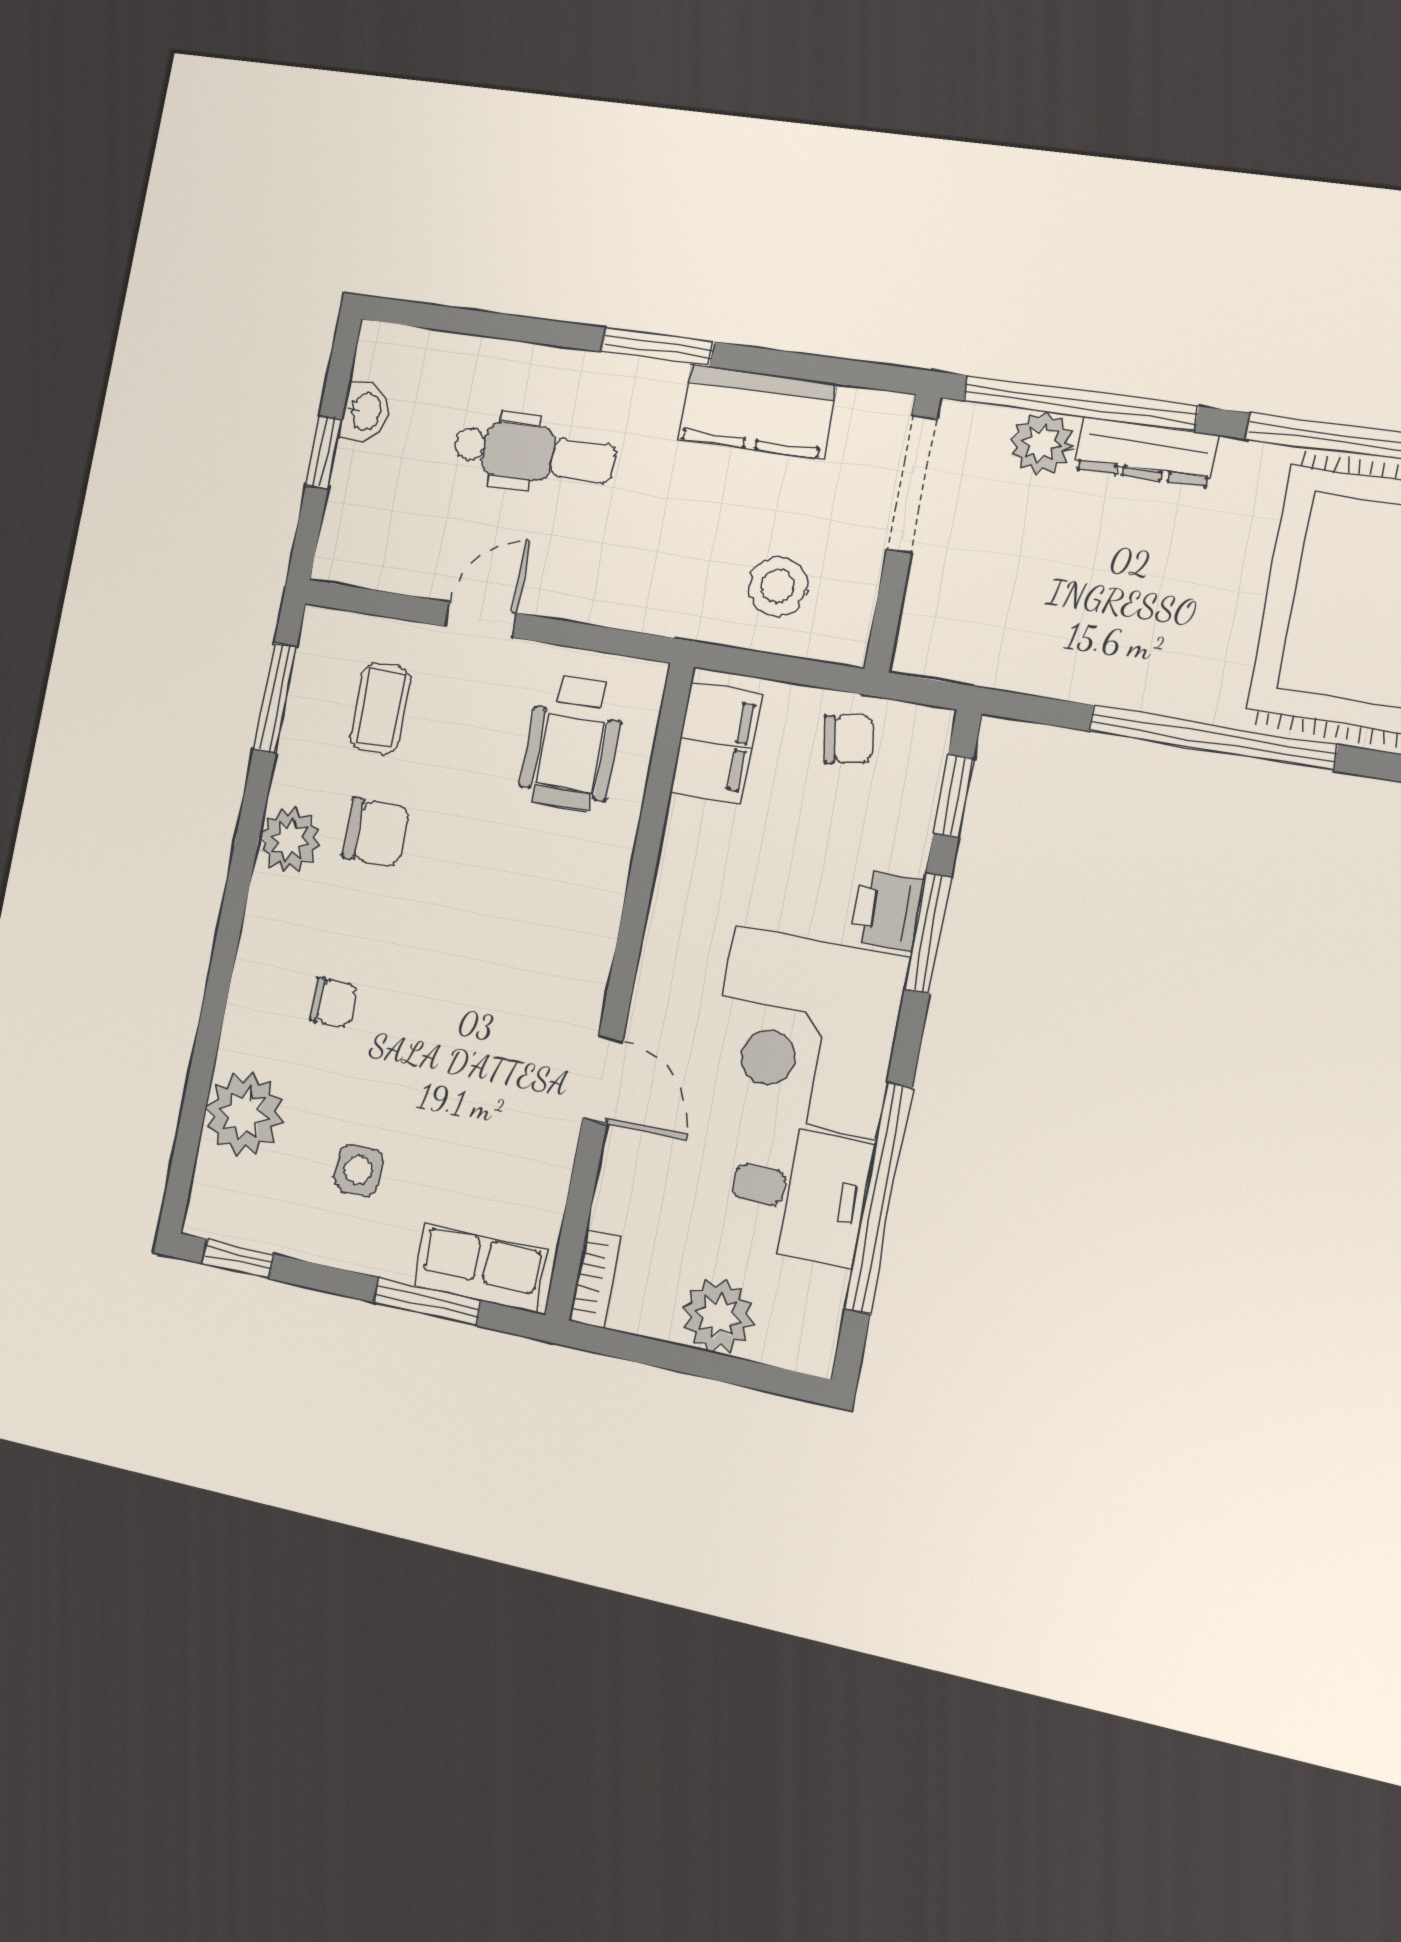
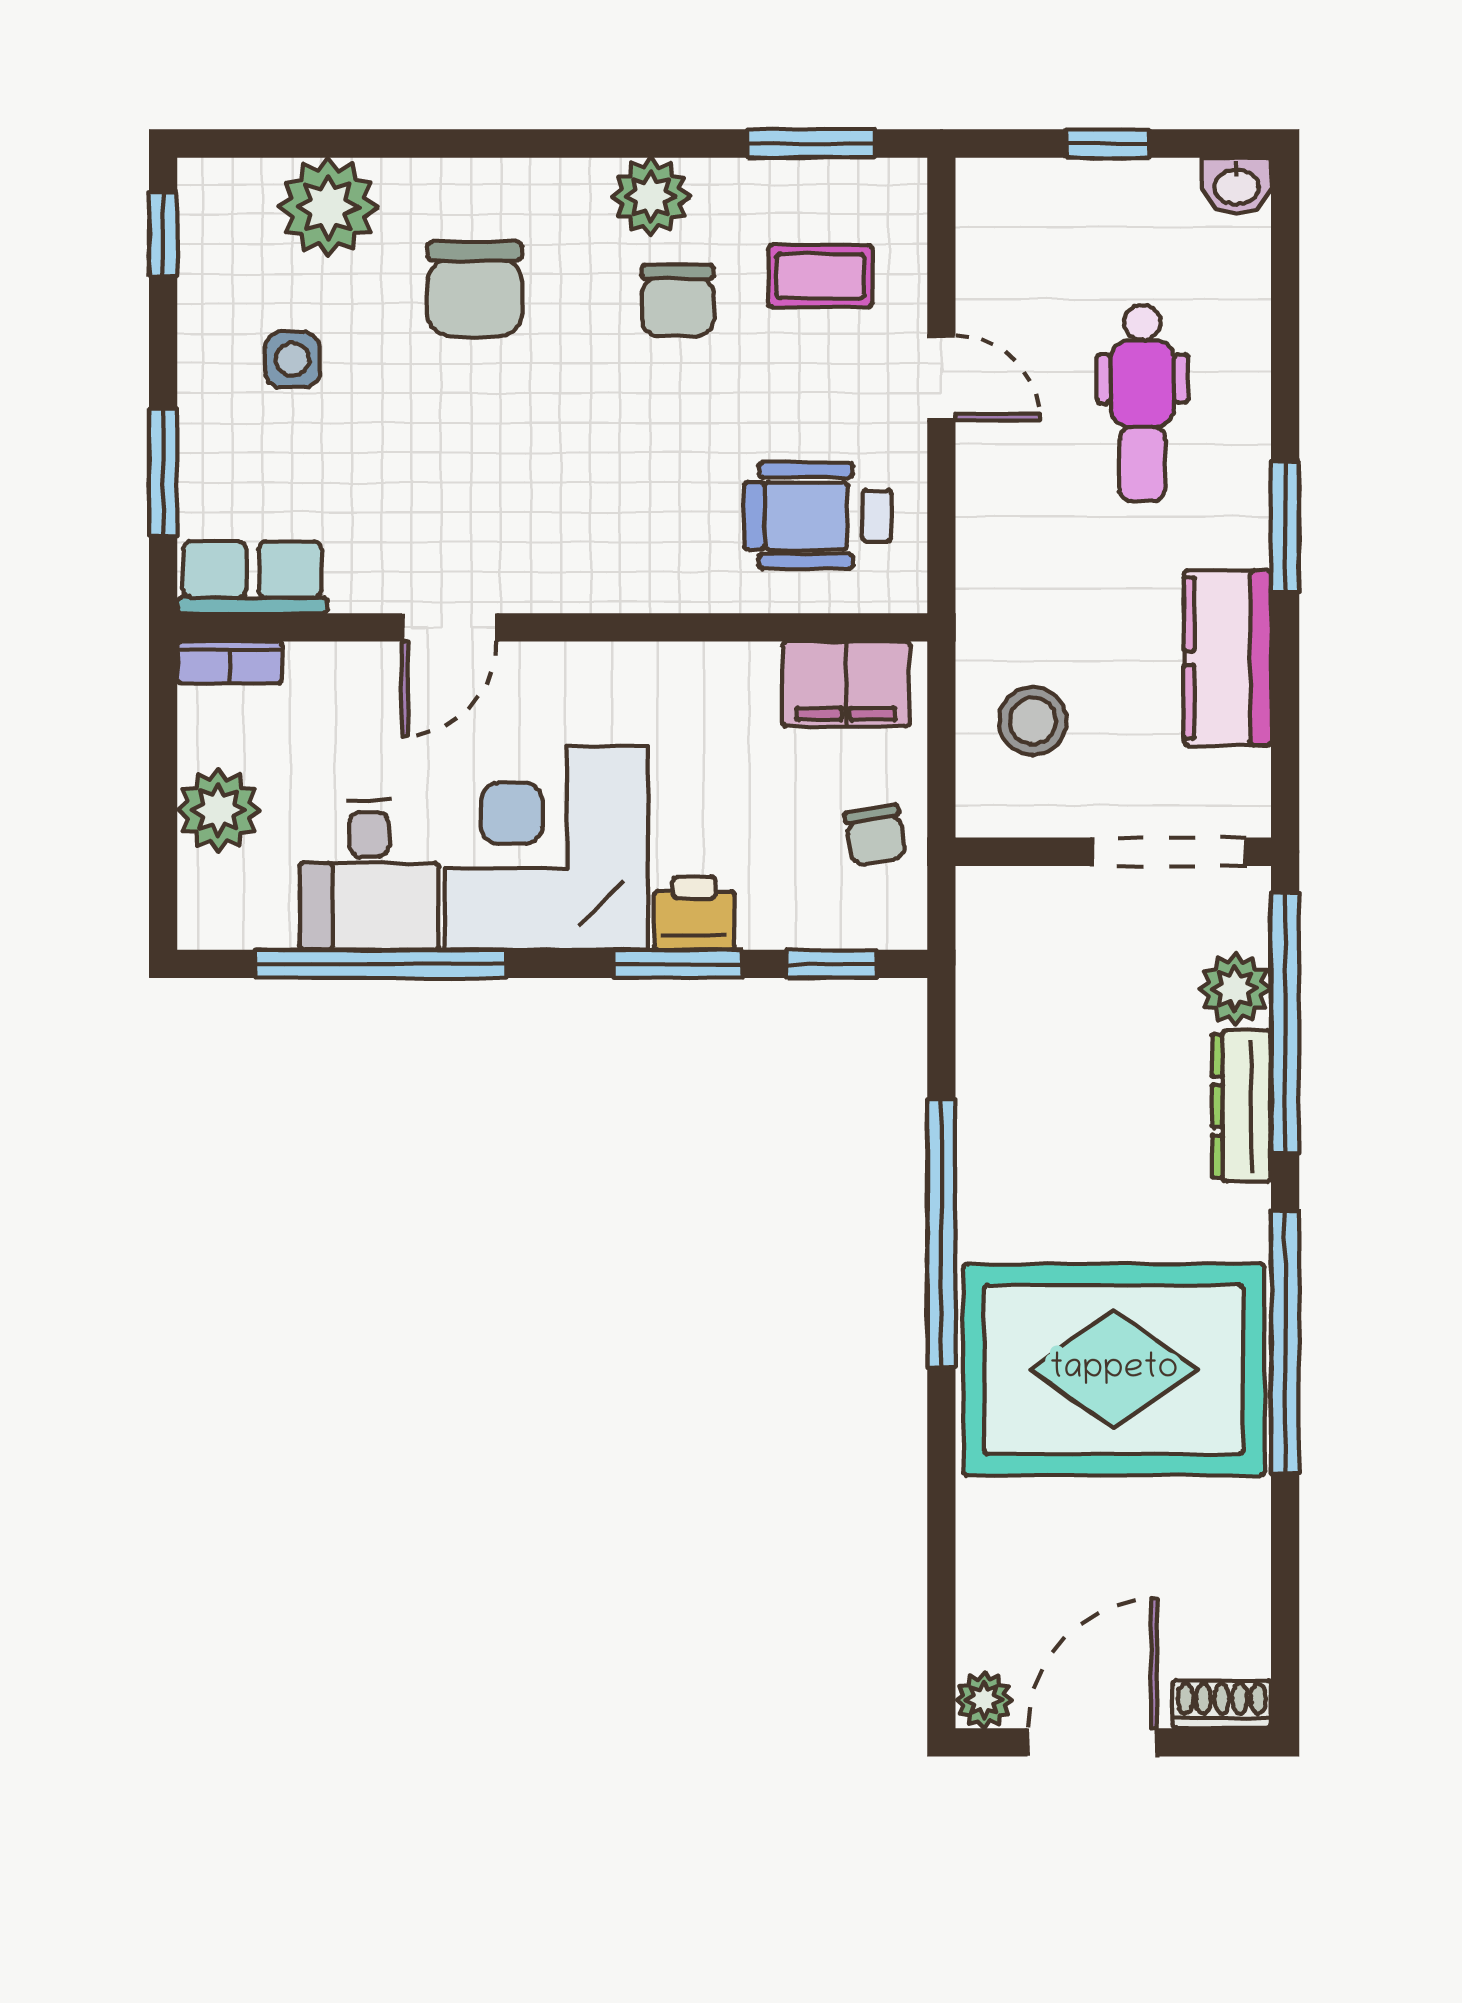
washbasin: (365, 411) -> (1237, 185), moved
chair: (333, 1003) -> (475, 289), width x1.87, depth x1.87
row of seats: (480, 1268) -> (252, 577), moved, turned -90

